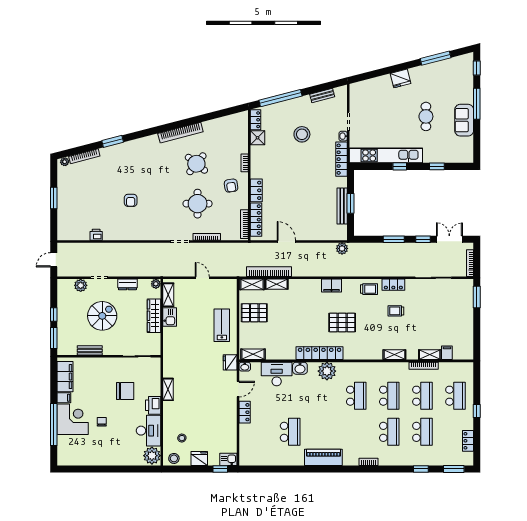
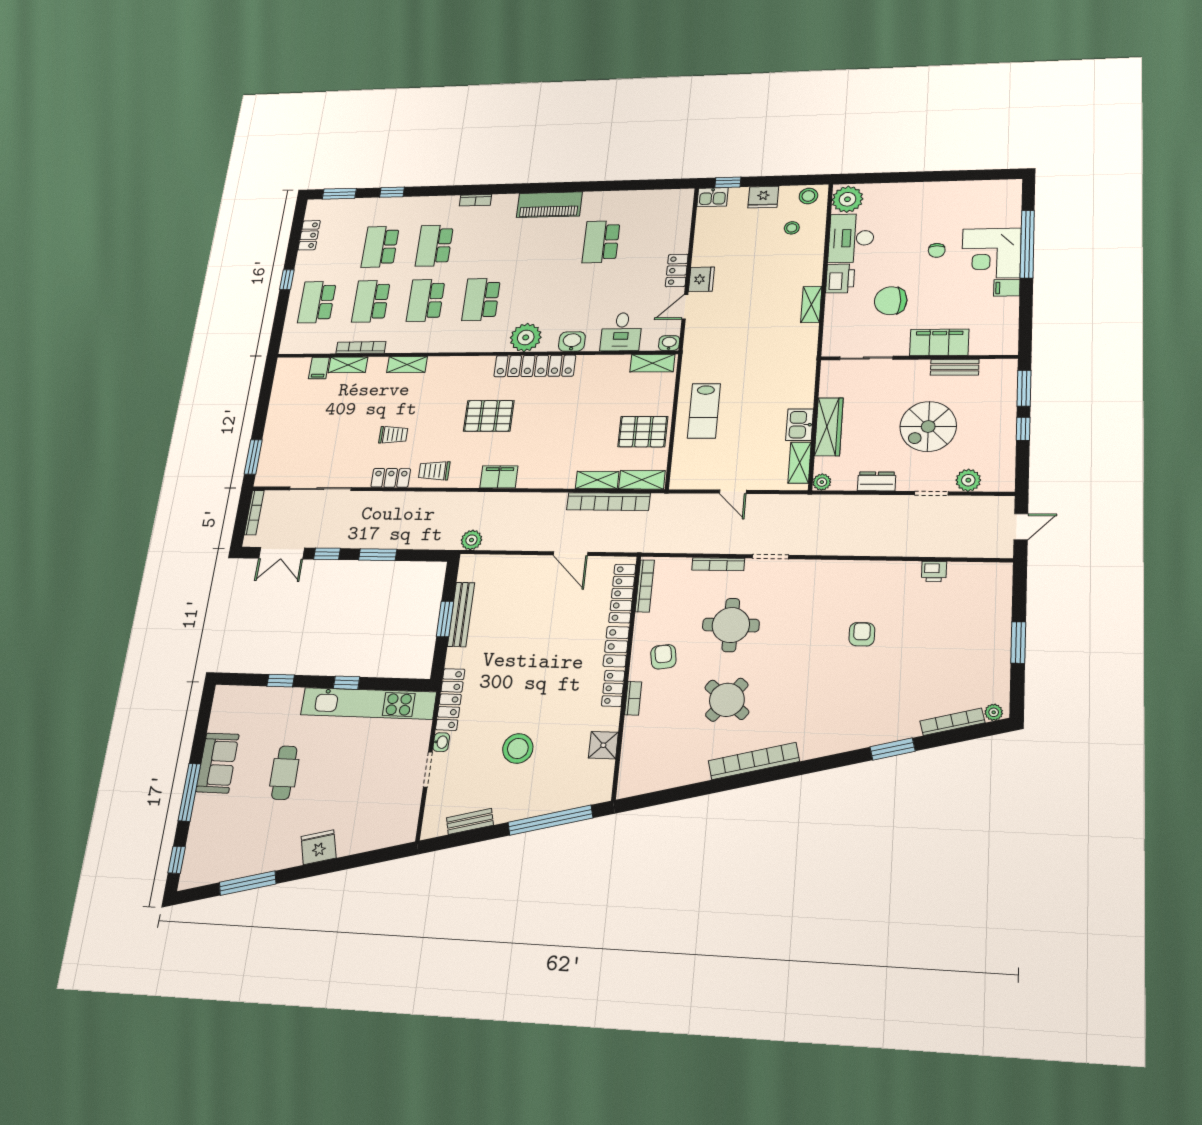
locker: (256, 120) -> (613, 688), moved
fridge: (230, 362) -> (701, 279), moved
desk: (277, 374) -> (621, 332), width x0.73
filing cabinet: (65, 377) -> (939, 342), moved, turned 90

